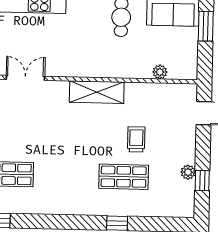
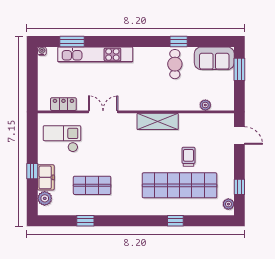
plant: (188, 172) -> (228, 204), moved
shop shelf: (124, 177) -> (180, 185), width x2.00, depth x1.36

